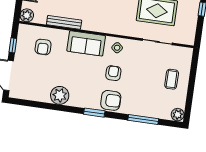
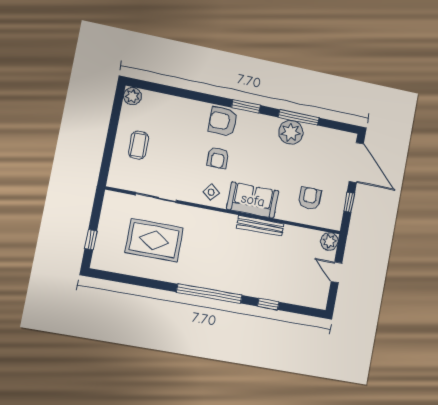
bench: (64, 22) -> (260, 226), moved
window: (143, 119) -> (299, 117), moved

